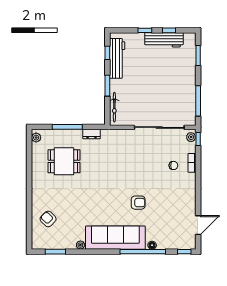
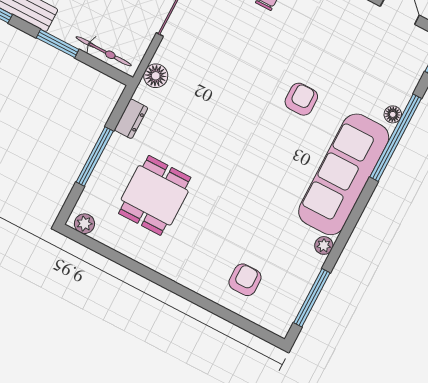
floor lamp: (116, 135) -> (156, 76), added
armchair: (48, 219) -> (245, 280), turned 136
window: (55, 252) -> (312, 298), width x1.44

